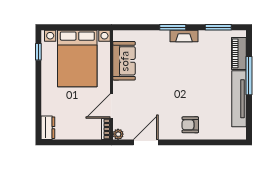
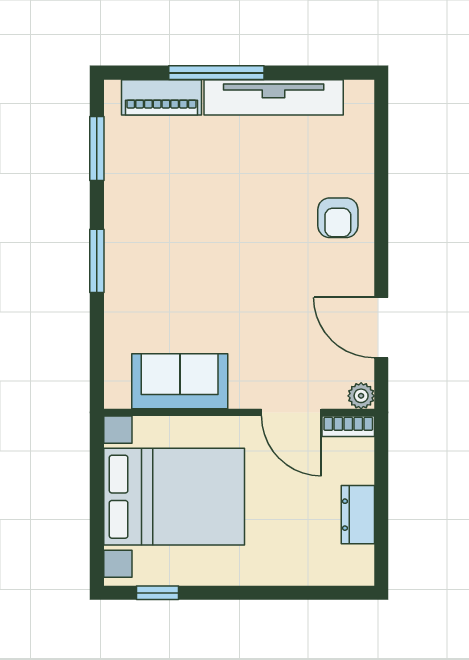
fireplace: (184, 36) -> (119, 233), removed
dresser: (48, 128) -> (358, 515), moved, turned -90

